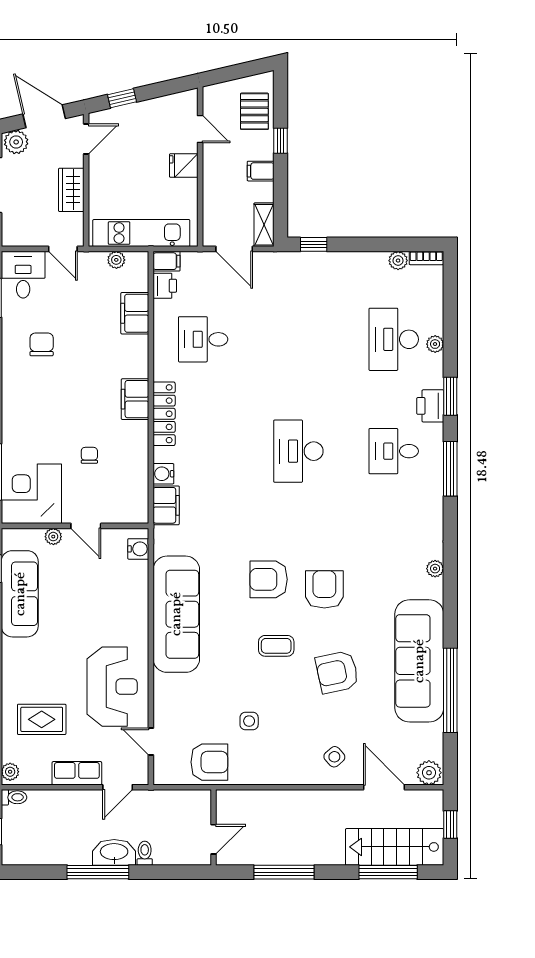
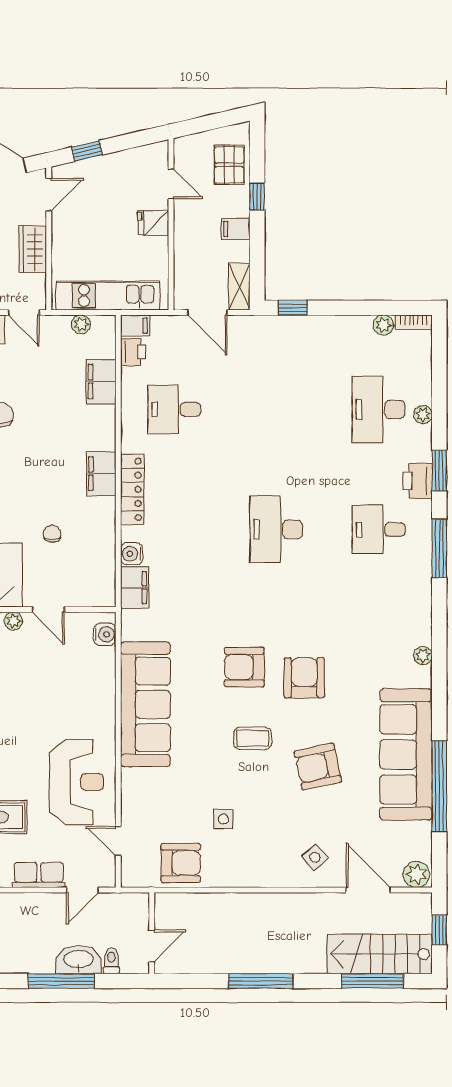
wall: (214, 827) -> (152, 933), moved
door: (214, 839) -> (152, 946), moved

